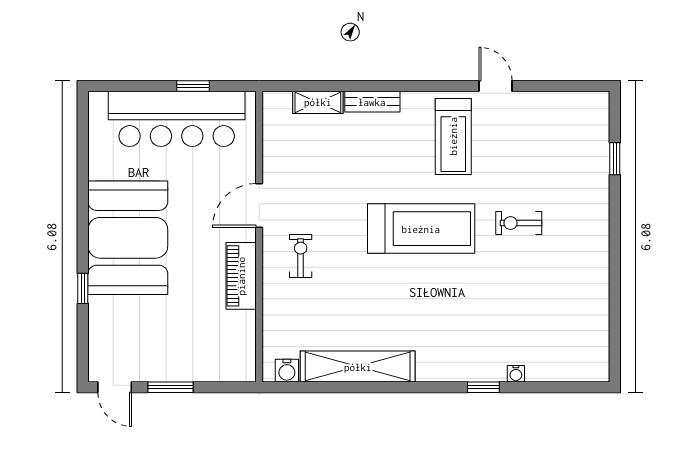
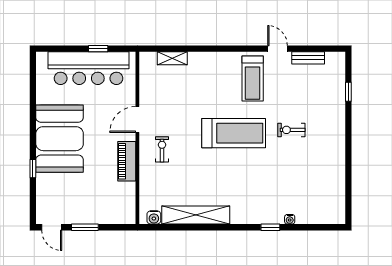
bench: (372, 102) -> (308, 58), moved

